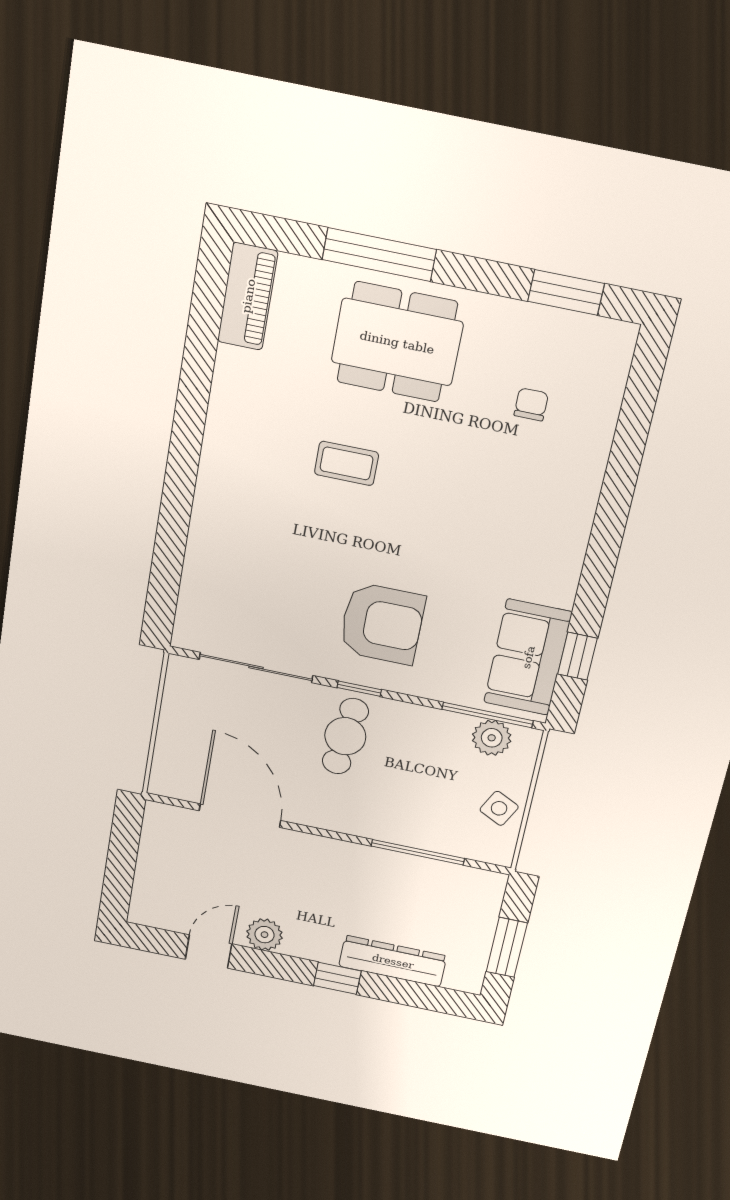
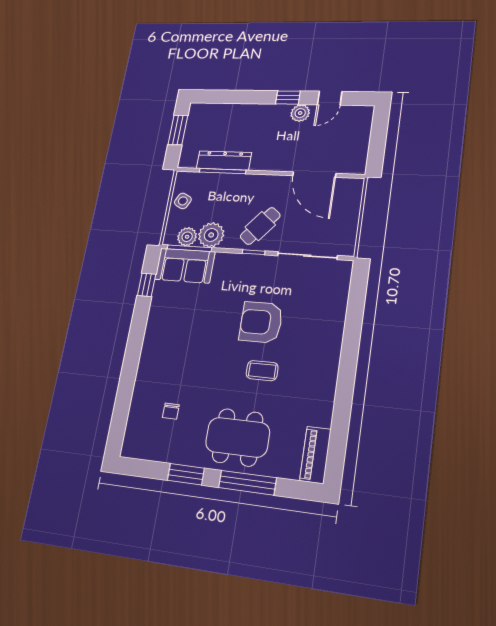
window: (566, 292) -> (186, 474), moved
armchair: (382, 624) -> (261, 322), moved
sofa: (528, 657) -> (185, 266), moved, turned 90
plant: (443, 734) -> (211, 235), added
cafe table: (345, 736) -> (260, 226), turned 33
dresser: (393, 961) -> (224, 160), moved, turned 180
window: (337, 978) -> (288, 98), moved

